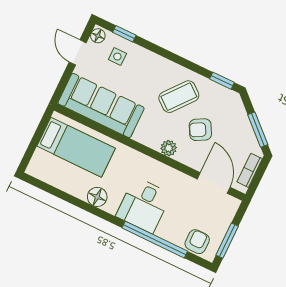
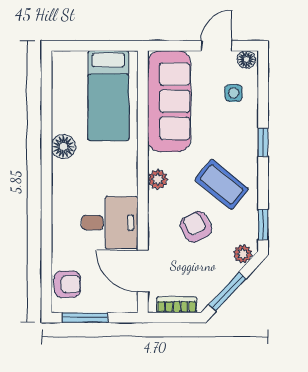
window: (124, 34) -> (263, 142), moved
plant: (236, 105) -> (243, 254), added
plant: (169, 148) -> (158, 179), moved
door: (214, 183) -> (143, 271), swing flipped
desk: (144, 205) -> (110, 223), moved, turned 180
window: (155, 240) -> (47, 235), removed

